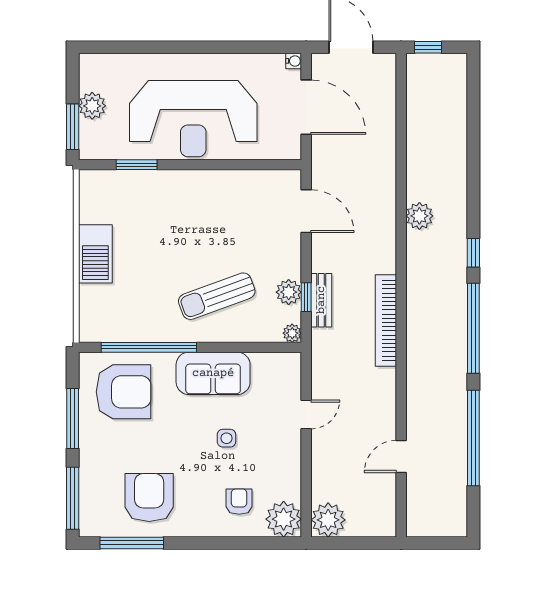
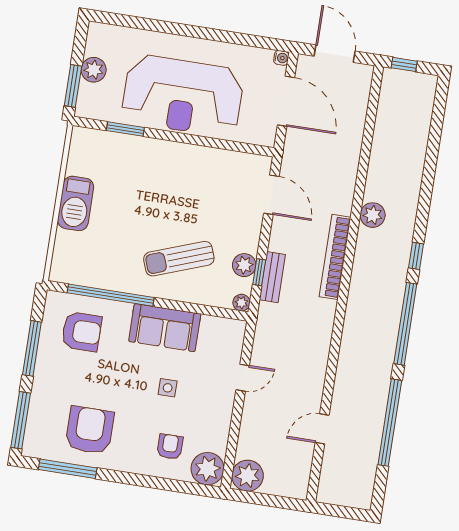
bookcase: (386, 320) -> (335, 257), moved
armchair: (124, 392) -> (82, 332), width x0.73, depth x0.73

